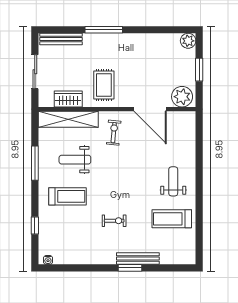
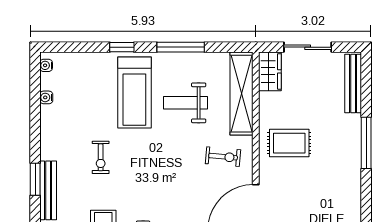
wardrobe: (68, 99) -> (270, 71), moved
weight bench: (75, 160) -> (186, 103), turned -90
treadmill: (68, 196) -> (134, 93), width x1.37, depth x1.38
window: (35, 226) -> (122, 47), moved
water cooler: (71, 260) -> (46, 97), added

